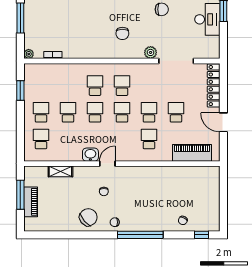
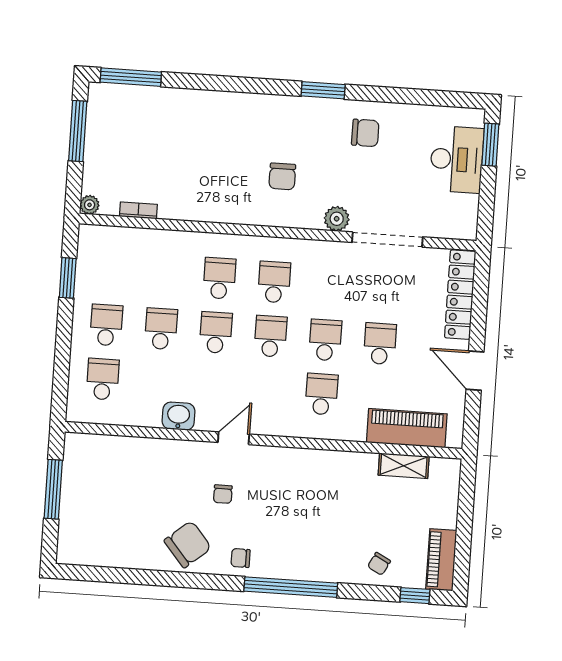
washbasin: (90, 155) -> (178, 416), moved
shelving: (60, 171) -> (404, 466), moved
piano: (31, 202) -> (441, 560), moved, turned 180

